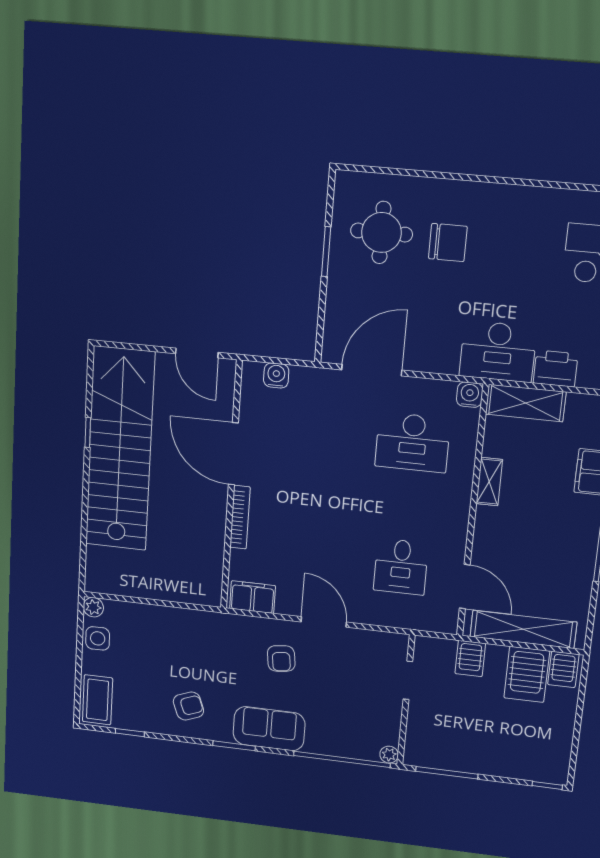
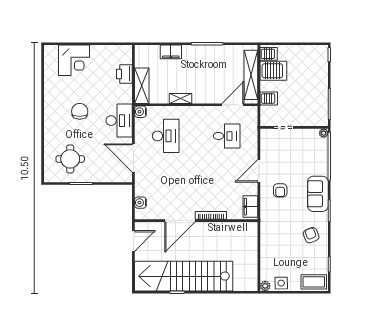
chair: (448, 243) -> (80, 111), moved
desk: (498, 351) -> (119, 121), moved
armchair: (281, 659) -> (280, 190), turned 97

